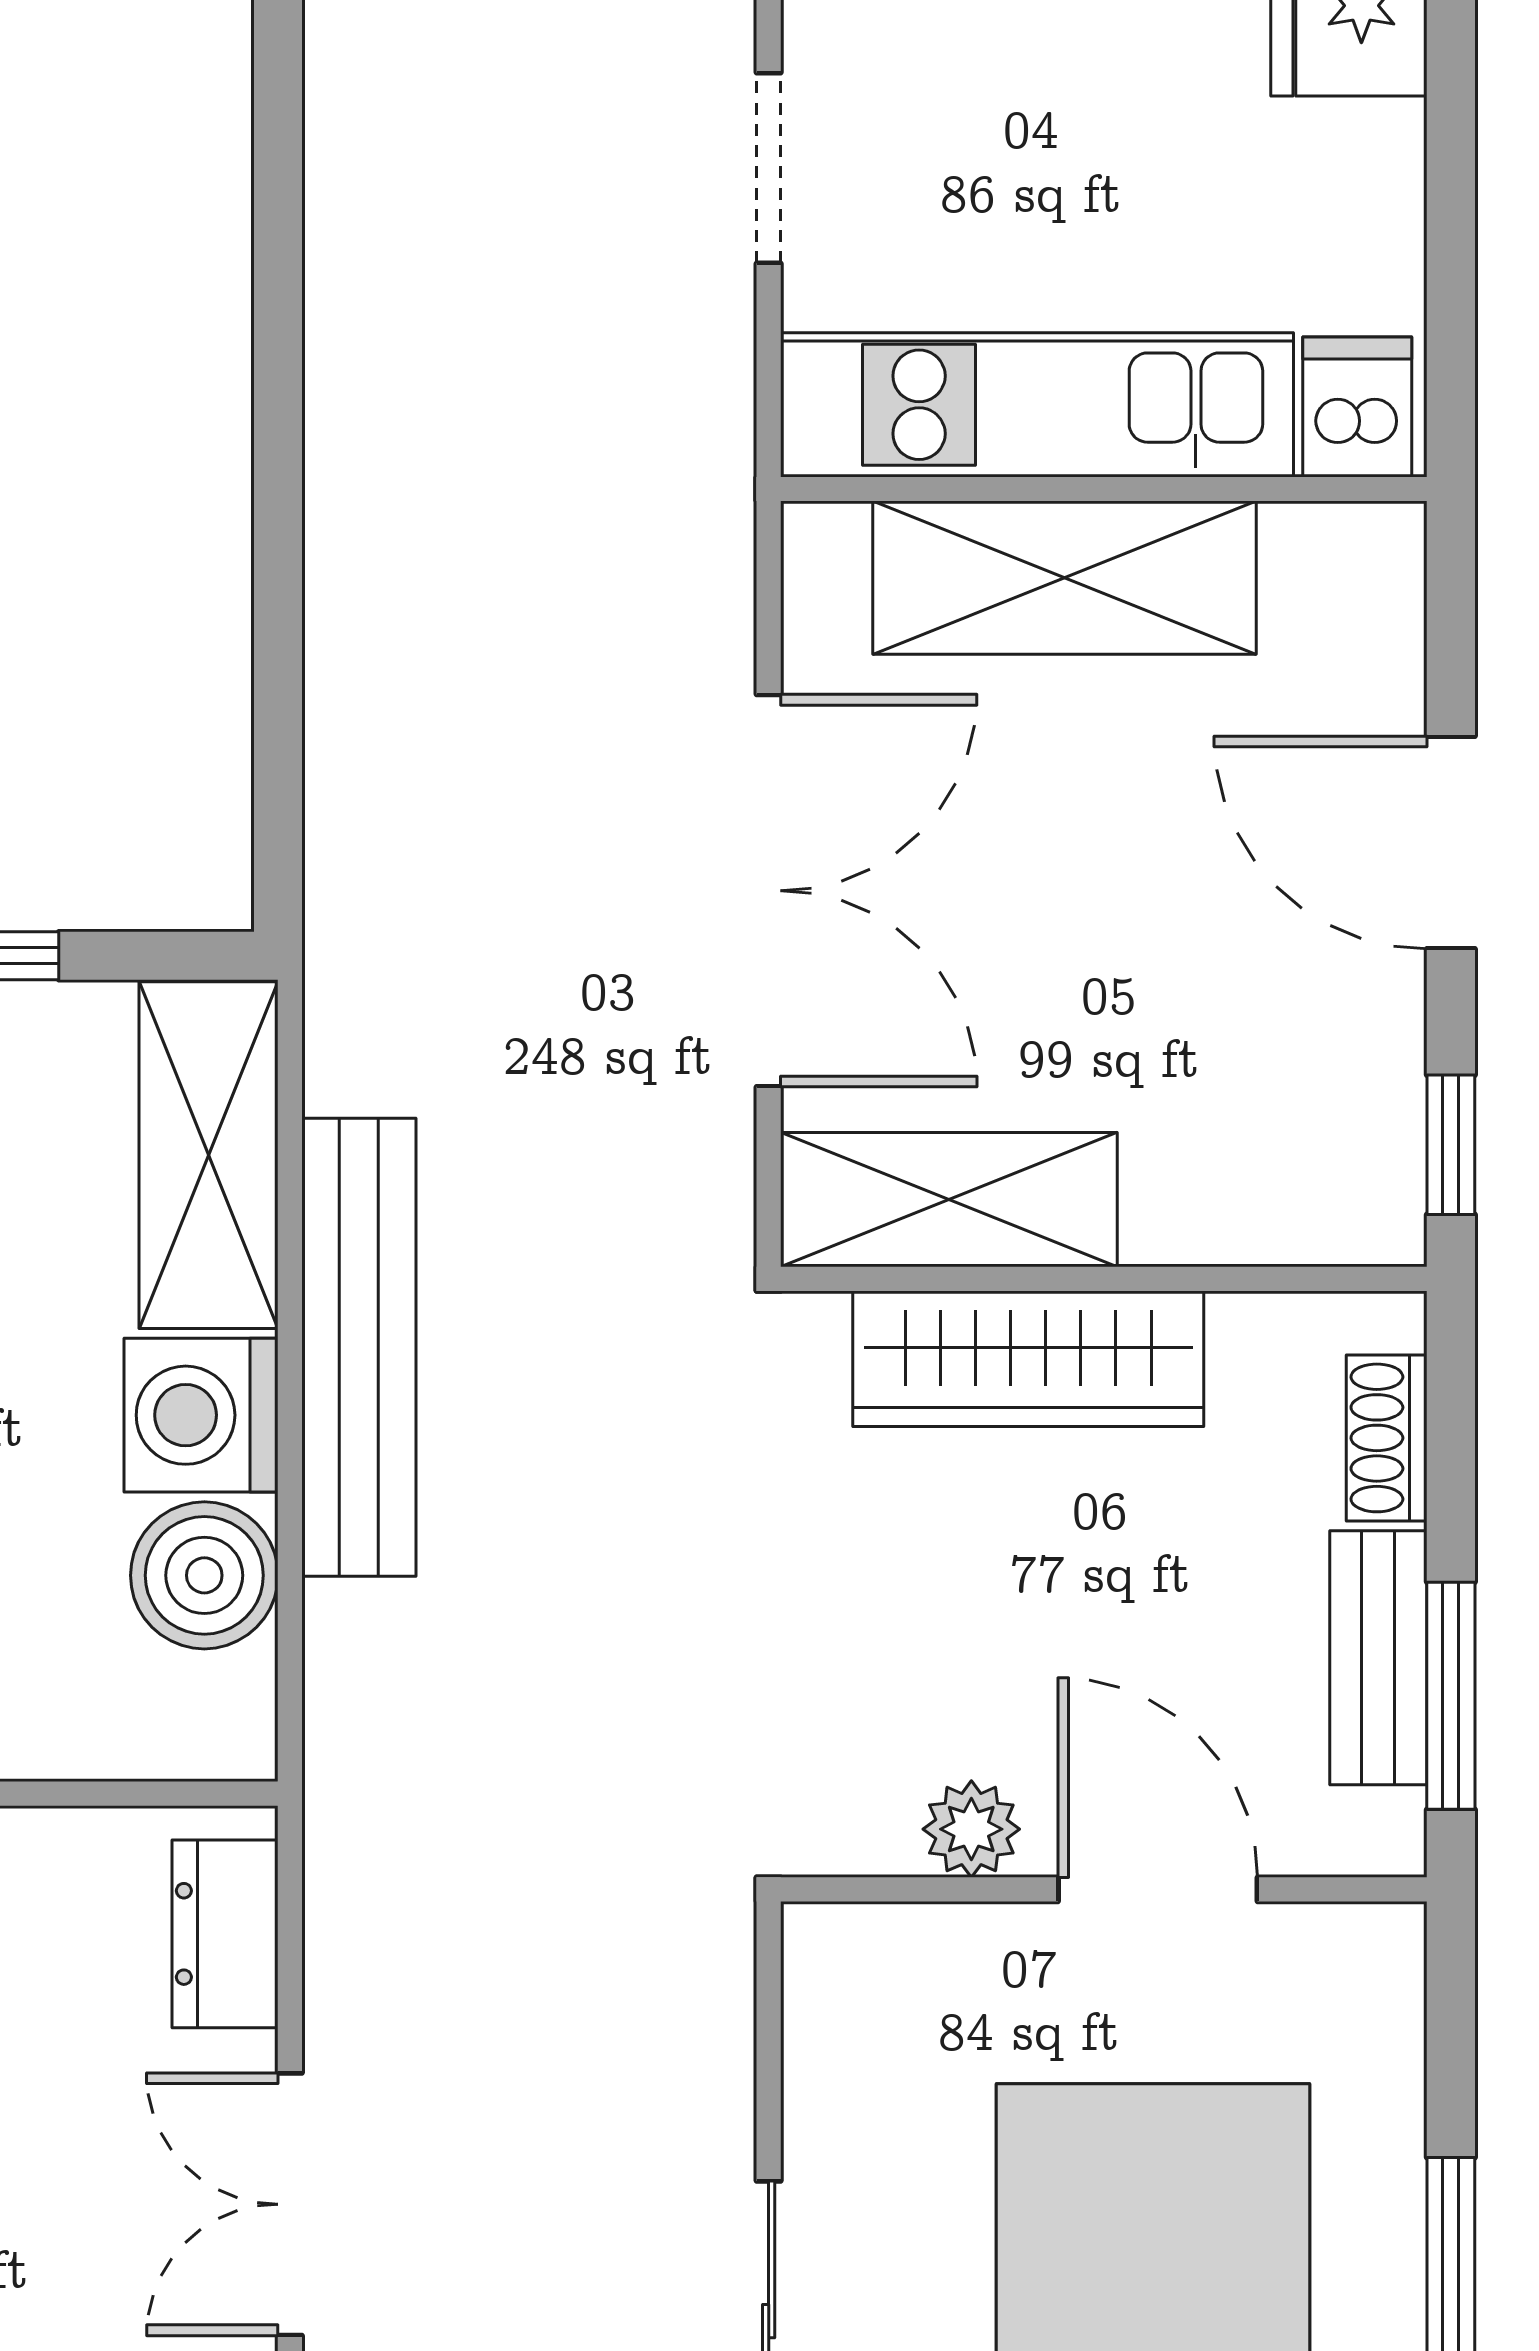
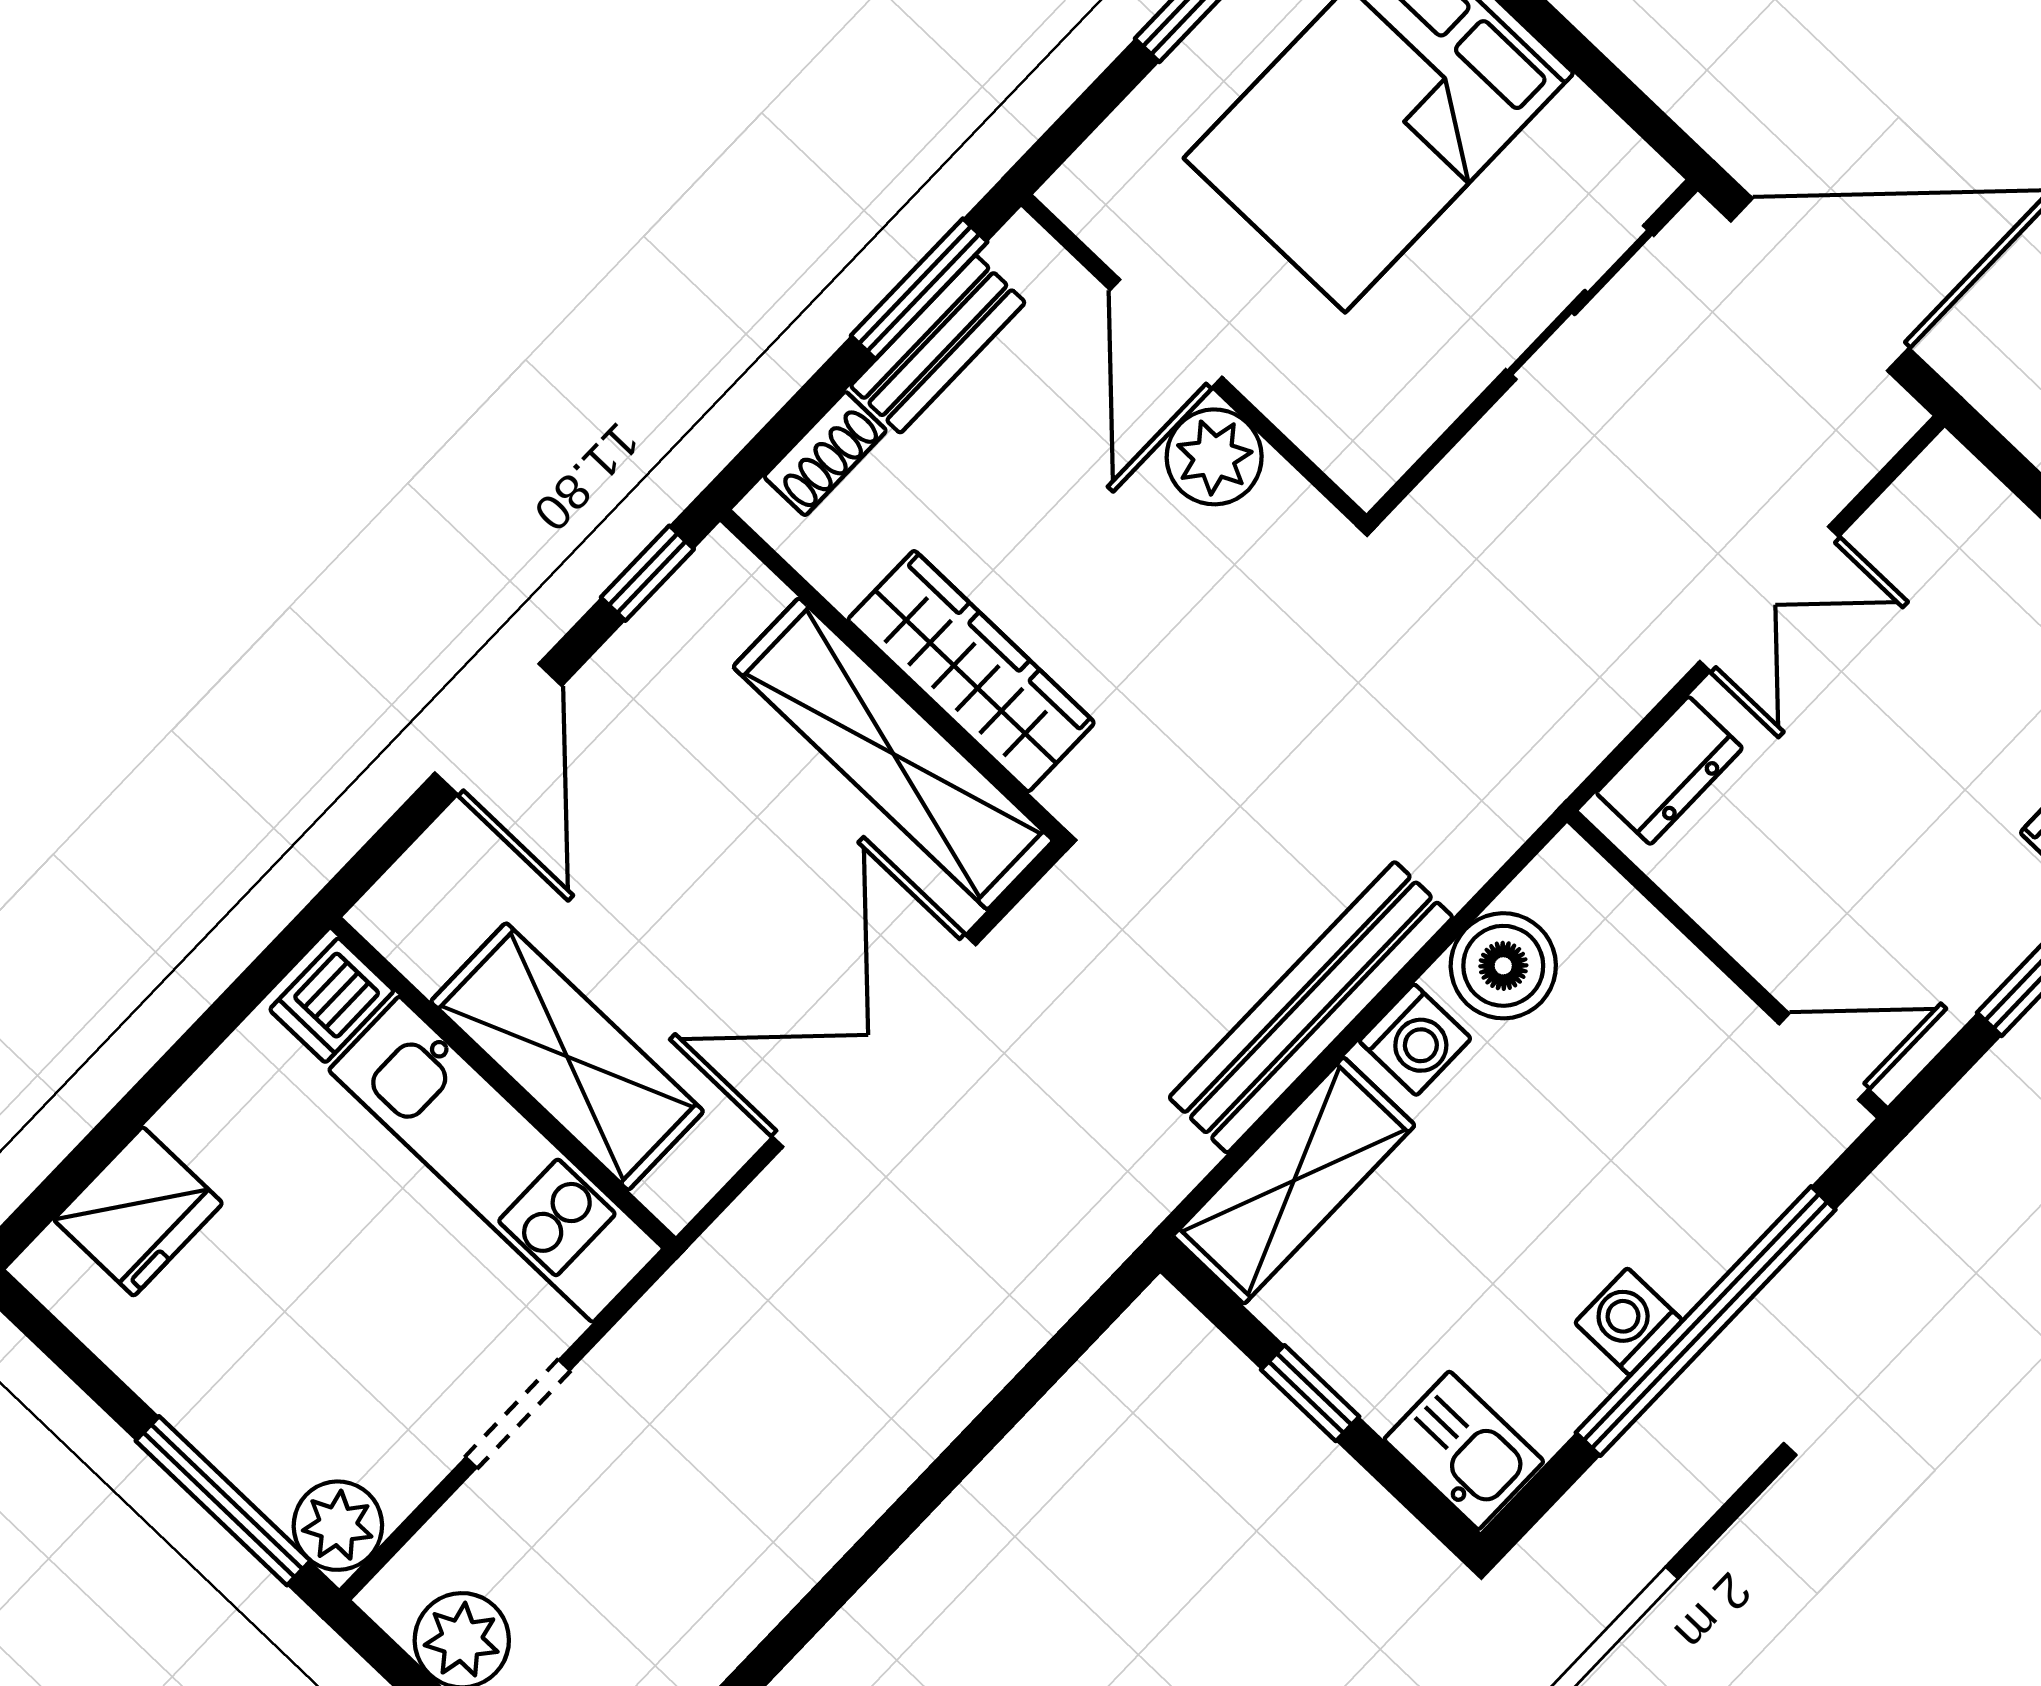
shelving: (949, 1200) -> (893, 754), width x1.47
washing machine: (201, 1415) -> (1415, 1040), width x0.73, depth x0.73
plant: (971, 1829) -> (1214, 457), width x1.38, depth x1.38

